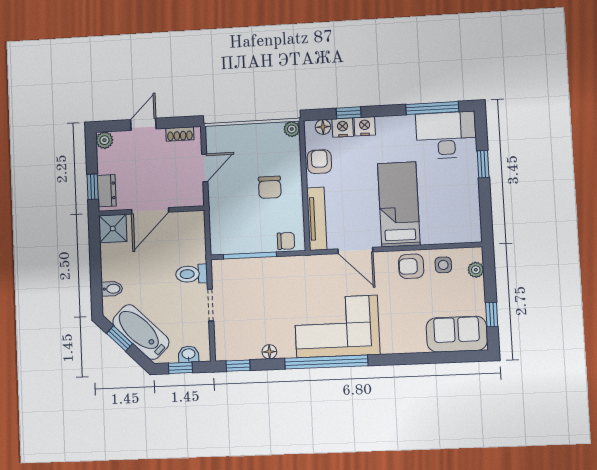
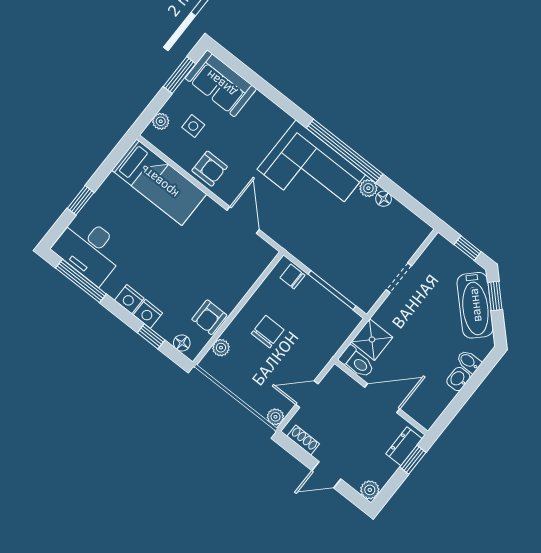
nightstand: (343, 128) -> (129, 299), moved
plant: (292, 129) -> (221, 348), moved
plant: (213, 133) -> (275, 417), added
bed: (399, 204) -> (159, 182), moved, turned -90
tv unit: (317, 219) -> (252, 273), removed
shower: (113, 229) -> (372, 339), moved
side table: (443, 265) -> (193, 126), moved
toilet: (192, 274) -> (357, 362), moved
window: (492, 315) -> (179, 75), width x1.50
window: (120, 338) -> (495, 296), moved
plant: (286, 350) -> (368, 188), added
washbasin: (189, 354) -> (458, 379), moved, turned 90
window: (238, 366) -> (419, 209), removed

